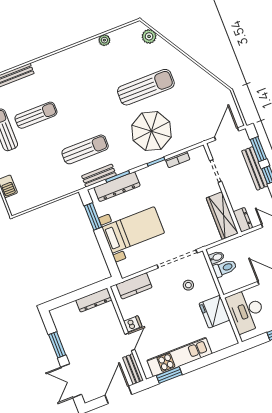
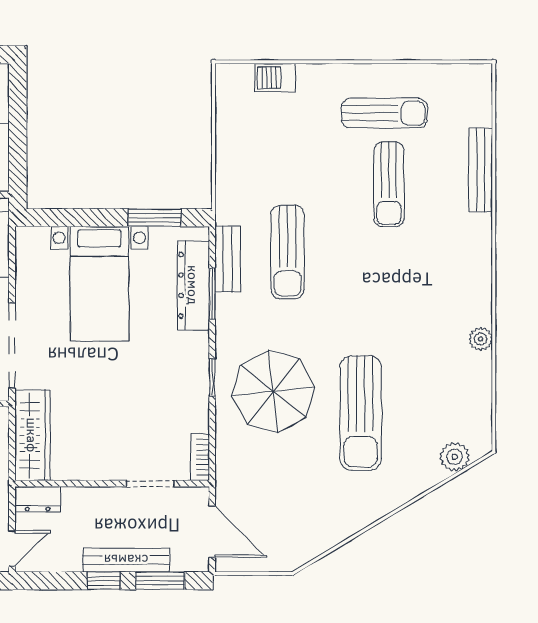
plant: (104, 40) -> (481, 339), moved
bookcase: (178, 160) -> (200, 457), moved
wardrobe: (222, 216) -> (32, 435), moved, turned 90

